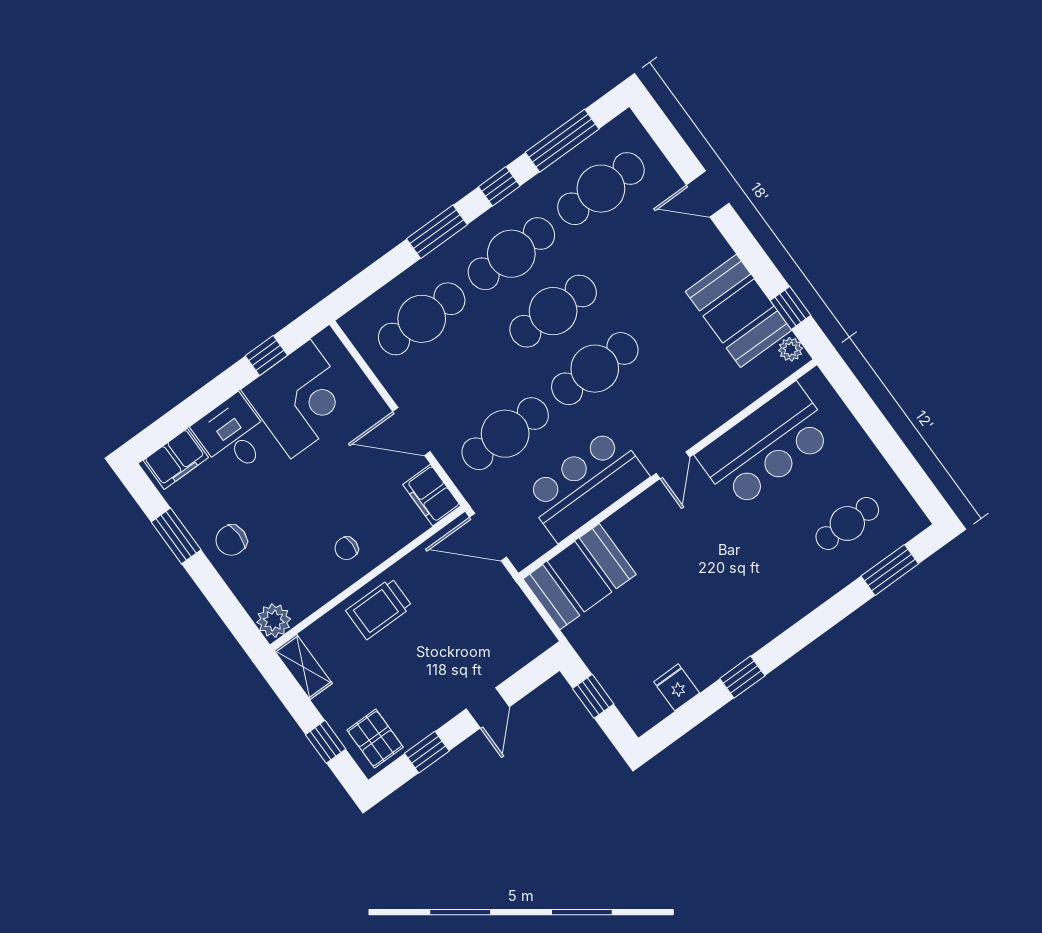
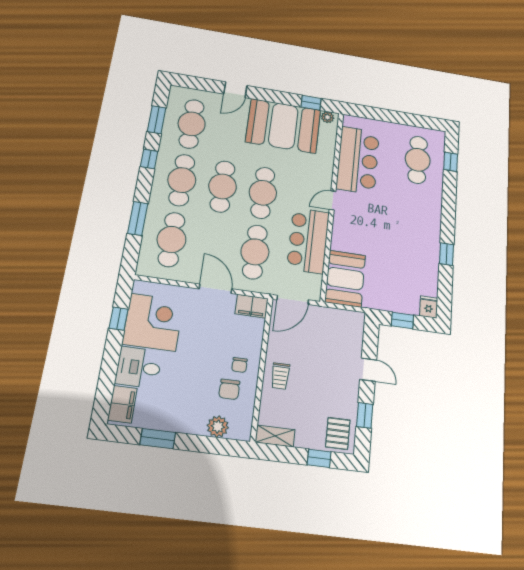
window: (562, 141) -> (157, 120), width x0.69
window: (437, 232) -> (138, 218), moved
booth: (738, 311) -> (283, 126), width x1.36, depth x1.42
door: (411, 432) -> (216, 289), swing flipped
door: (673, 465) -> (333, 200), swing flipped
cafe table: (847, 523) -> (418, 160), width x1.37, depth x1.35
chair: (231, 540) -> (229, 389), moved
window: (890, 570) -> (451, 162), width x0.67
trolley: (379, 609) -> (280, 376), width x0.73, depth x0.72
plant: (274, 621) -> (218, 427), moved
fridge: (677, 687) -> (429, 307), moved, turned 90
pallet: (375, 739) -> (338, 433), turned 90

